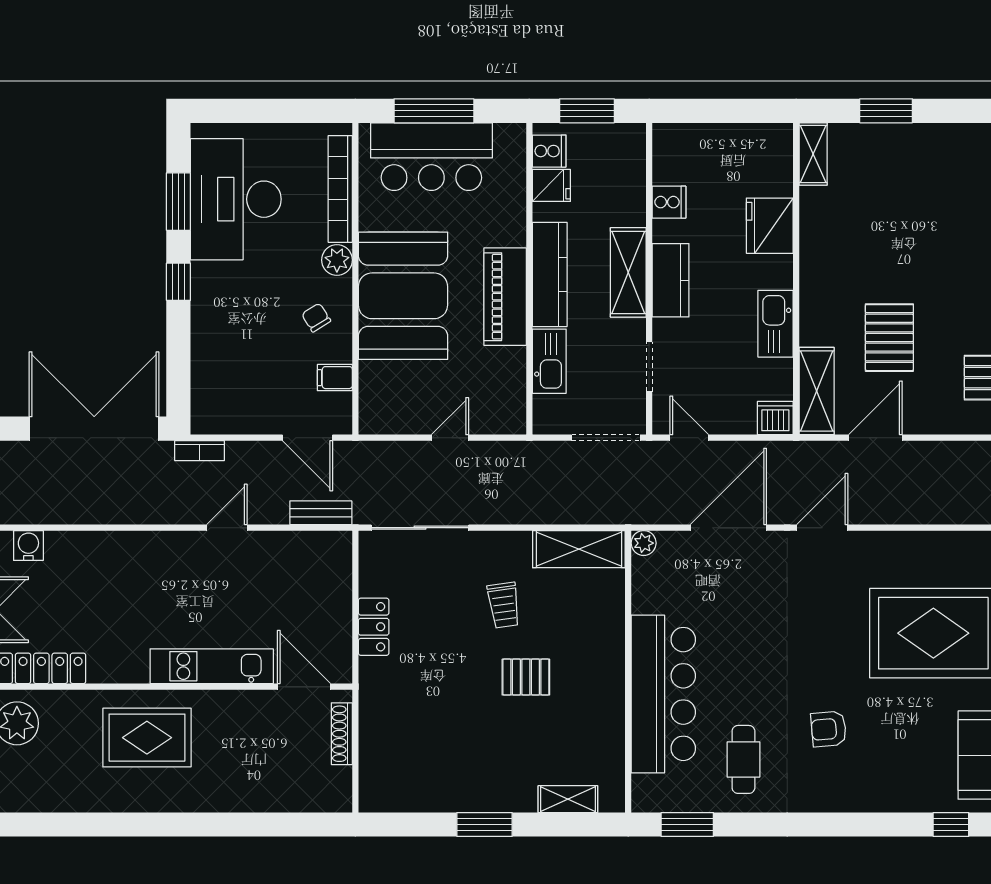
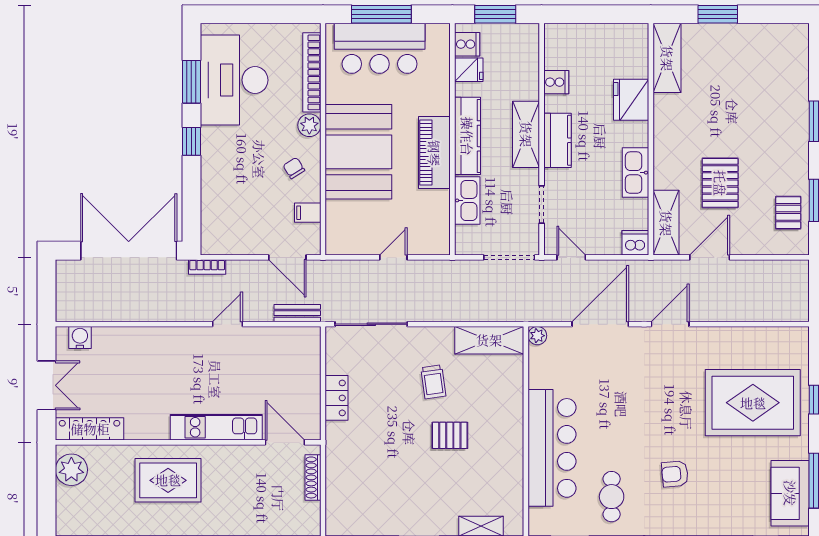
shelving: (813, 154) -> (667, 58), width x1.50, depth x1.33

